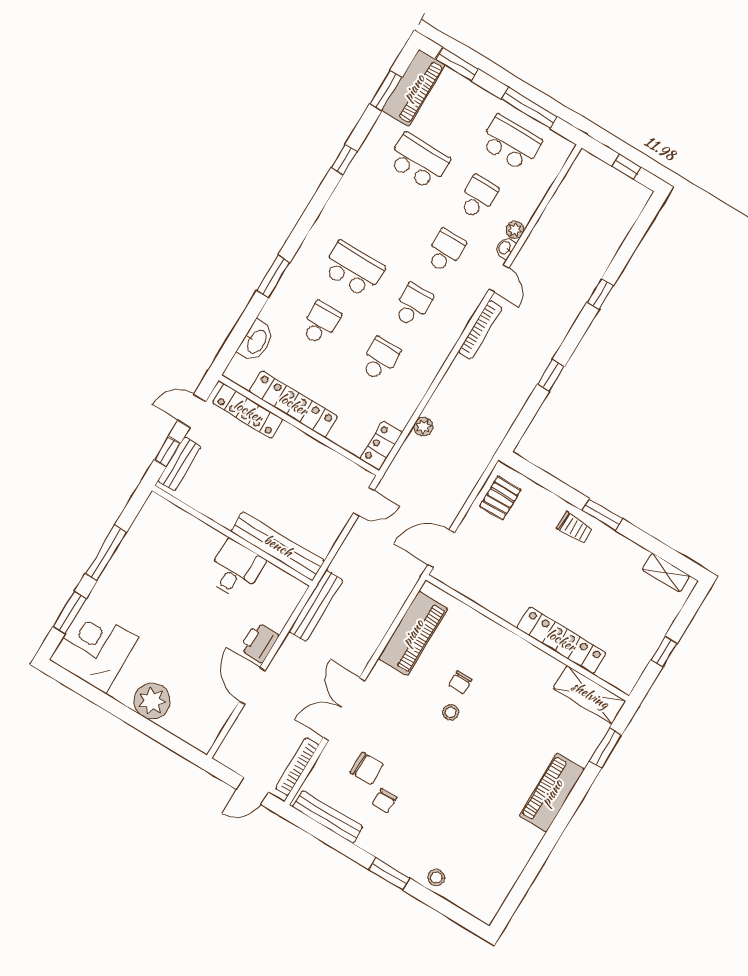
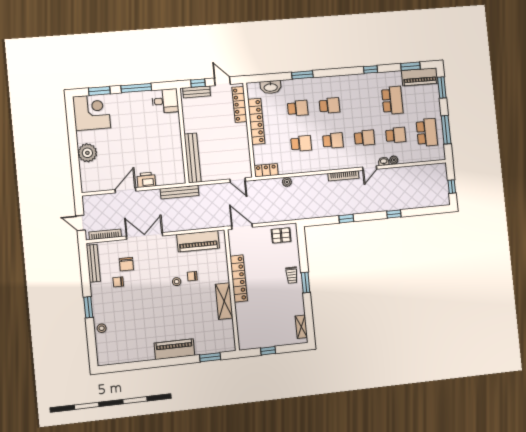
school desk: (353, 269) -> (329, 105), width x0.54
desk: (235, 569) -> (165, 101), moved
locker: (561, 640) -> (239, 278), moved
shelving: (590, 695) -> (224, 301), moved

